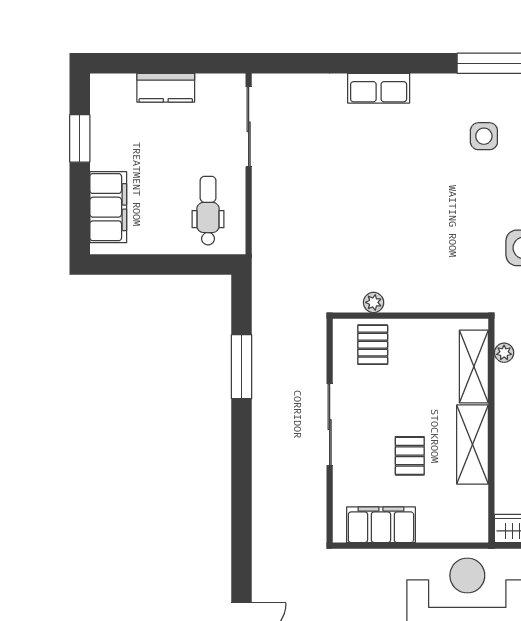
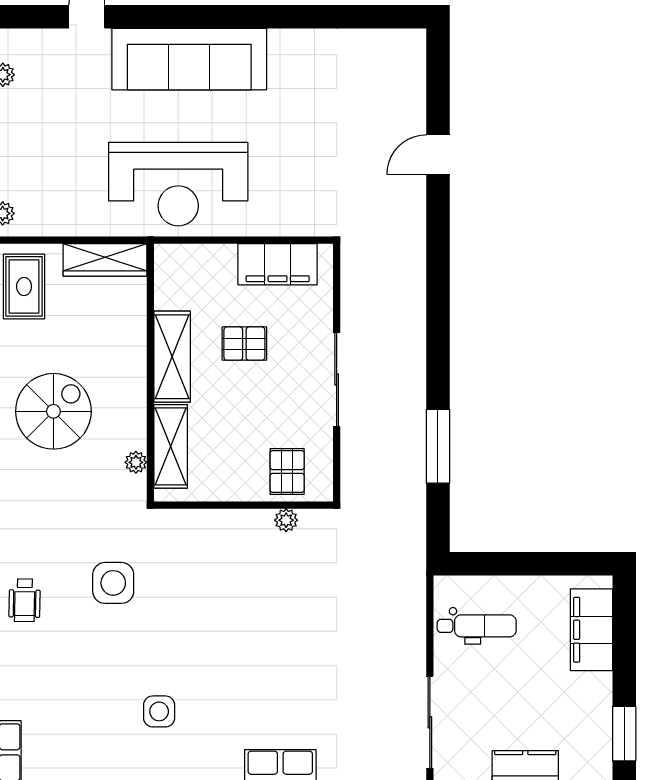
window: (80, 138) -> (624, 734), moved
dental chair: (208, 211) -> (477, 626), turned -90
pallet: (410, 456) -> (244, 344), turned 90

